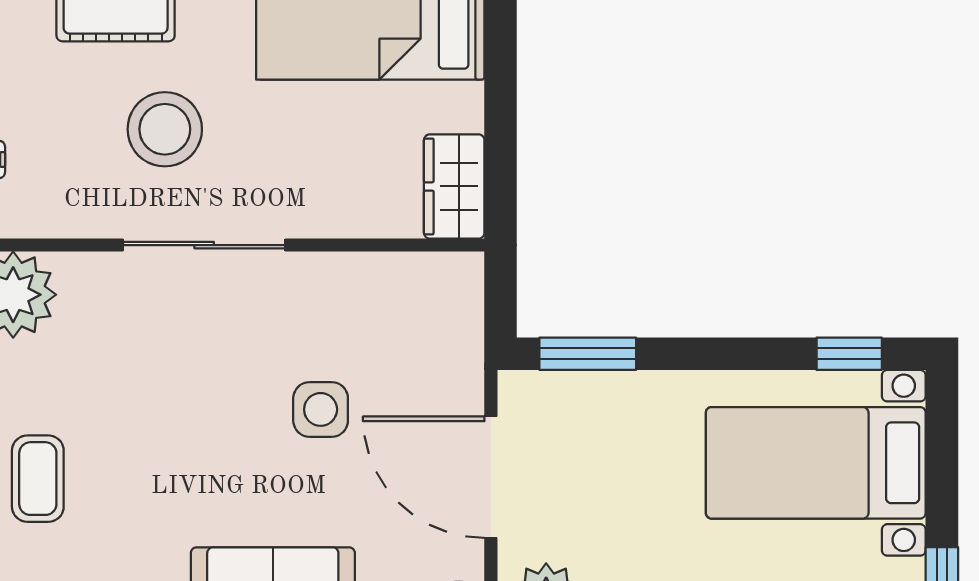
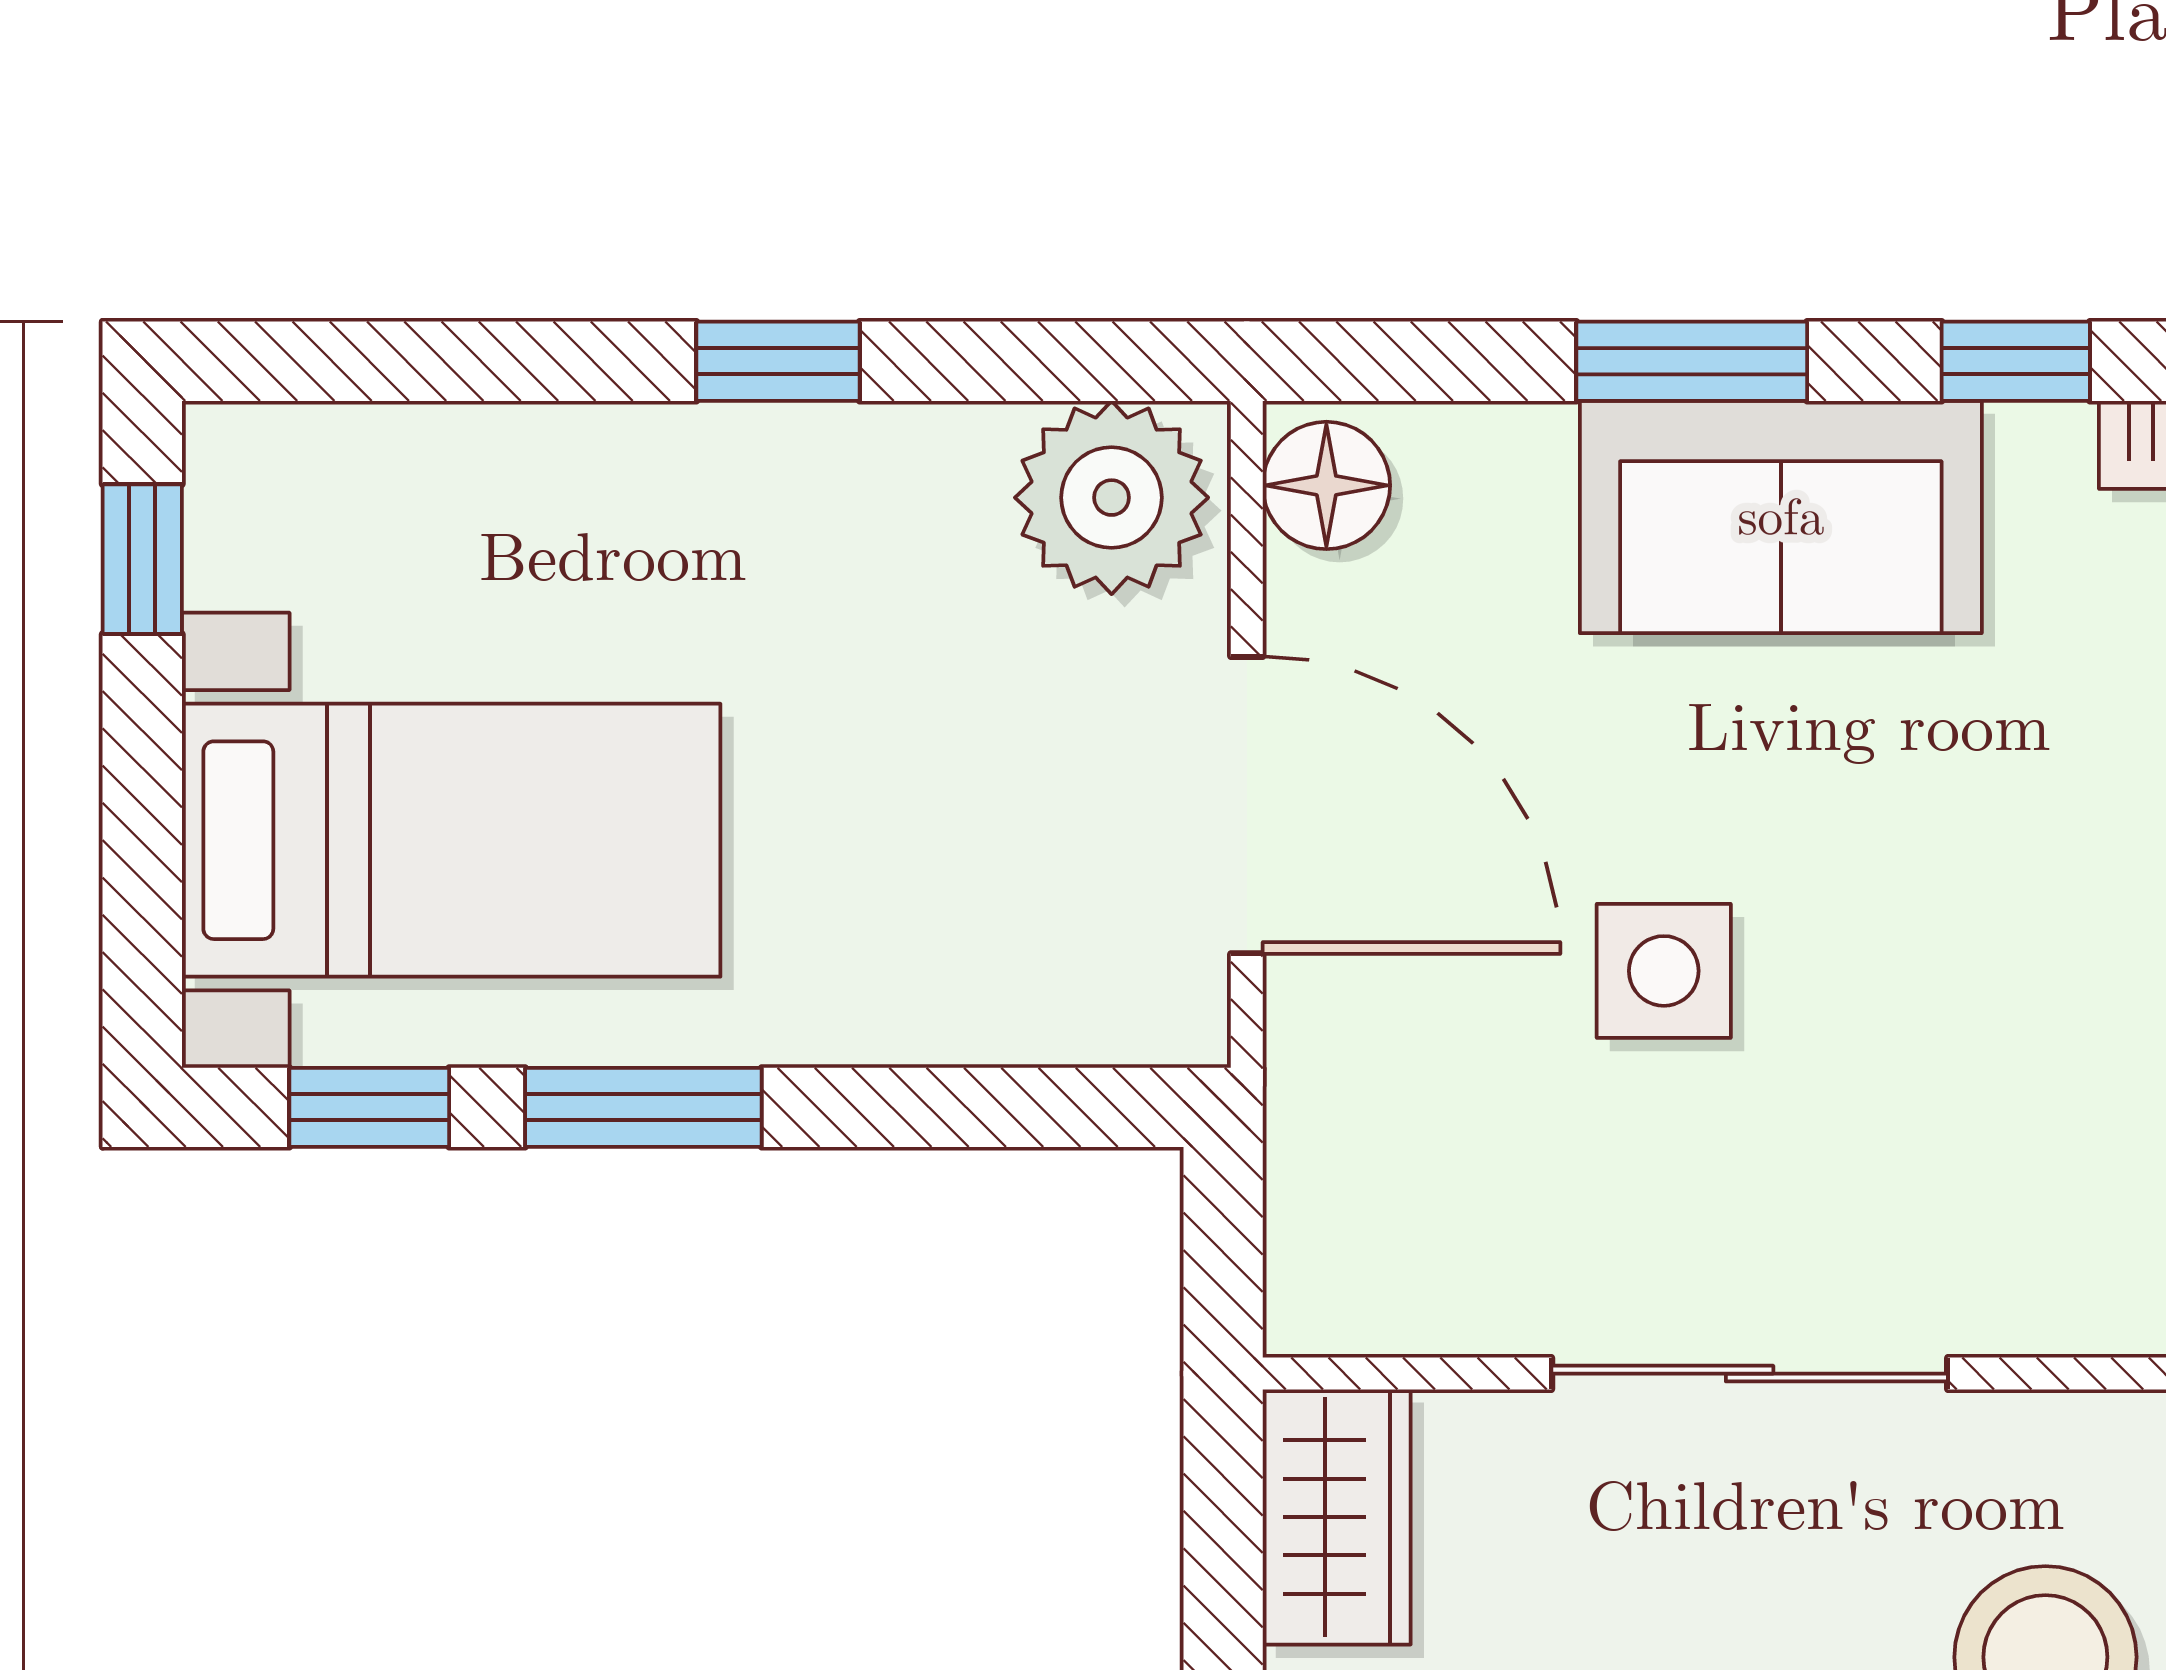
sliding door: (204, 245) -> (1750, 1374), moved
window: (588, 354) -> (643, 1107), moved

